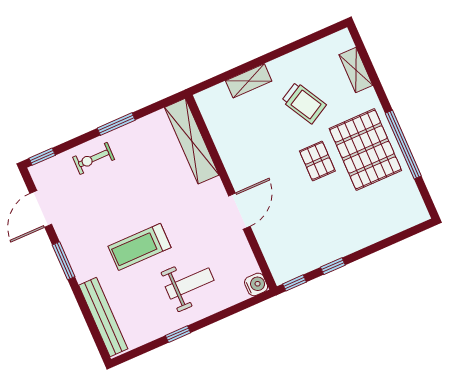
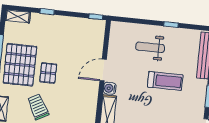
shelving: (409, 218) -> (18, 16), added
window: (333, 266) -> (47, 12), moved
water cooler: (256, 284) -> (110, 88), moved

